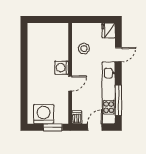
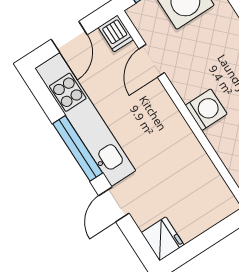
stool: (84, 48) -> (187, 174), removed
door: (70, 84) -> (152, 61), moved
window: (118, 100) -> (78, 148), moved

